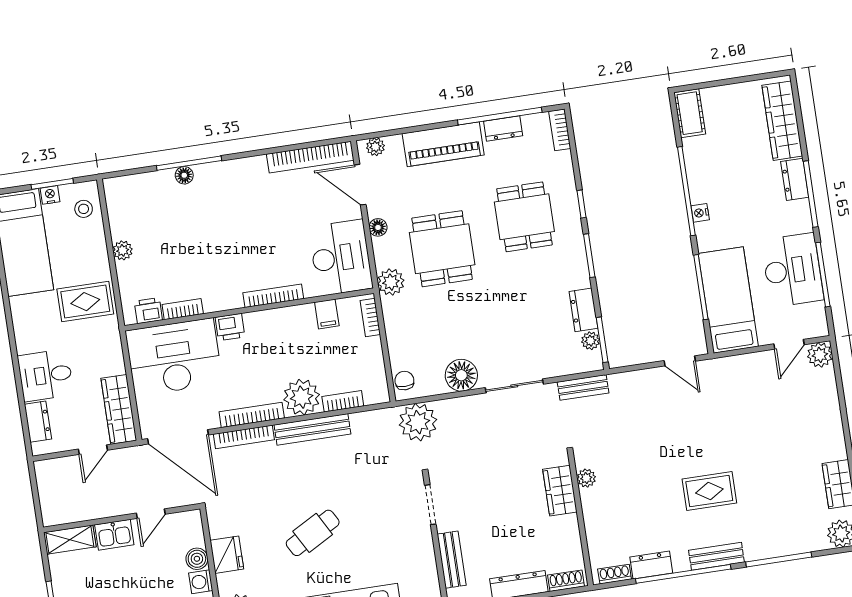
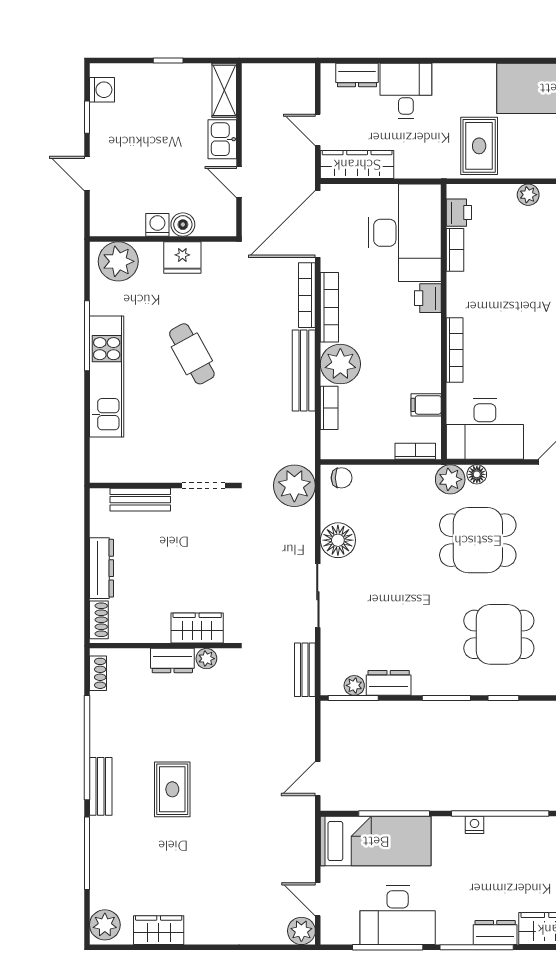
floor lamp: (378, 227) -> (477, 474), moved
dresser: (651, 565) -> (172, 661), moved, turned 90

